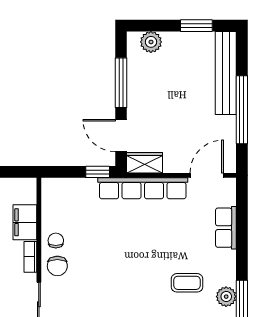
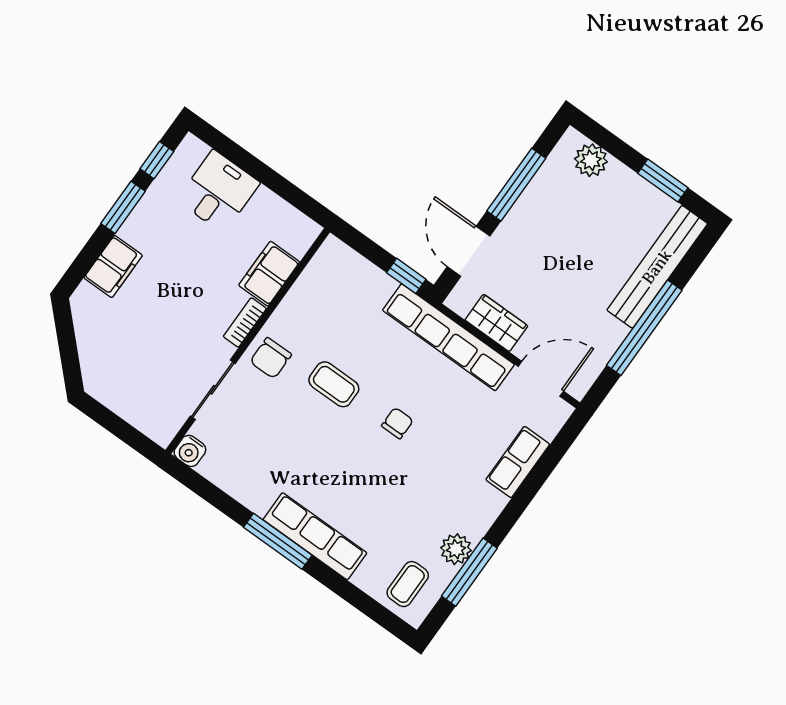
wardrobe: (144, 163) -> (496, 323), moved
chair: (56, 241) -> (397, 423), moved
coffee table: (187, 283) -> (334, 384), moved

